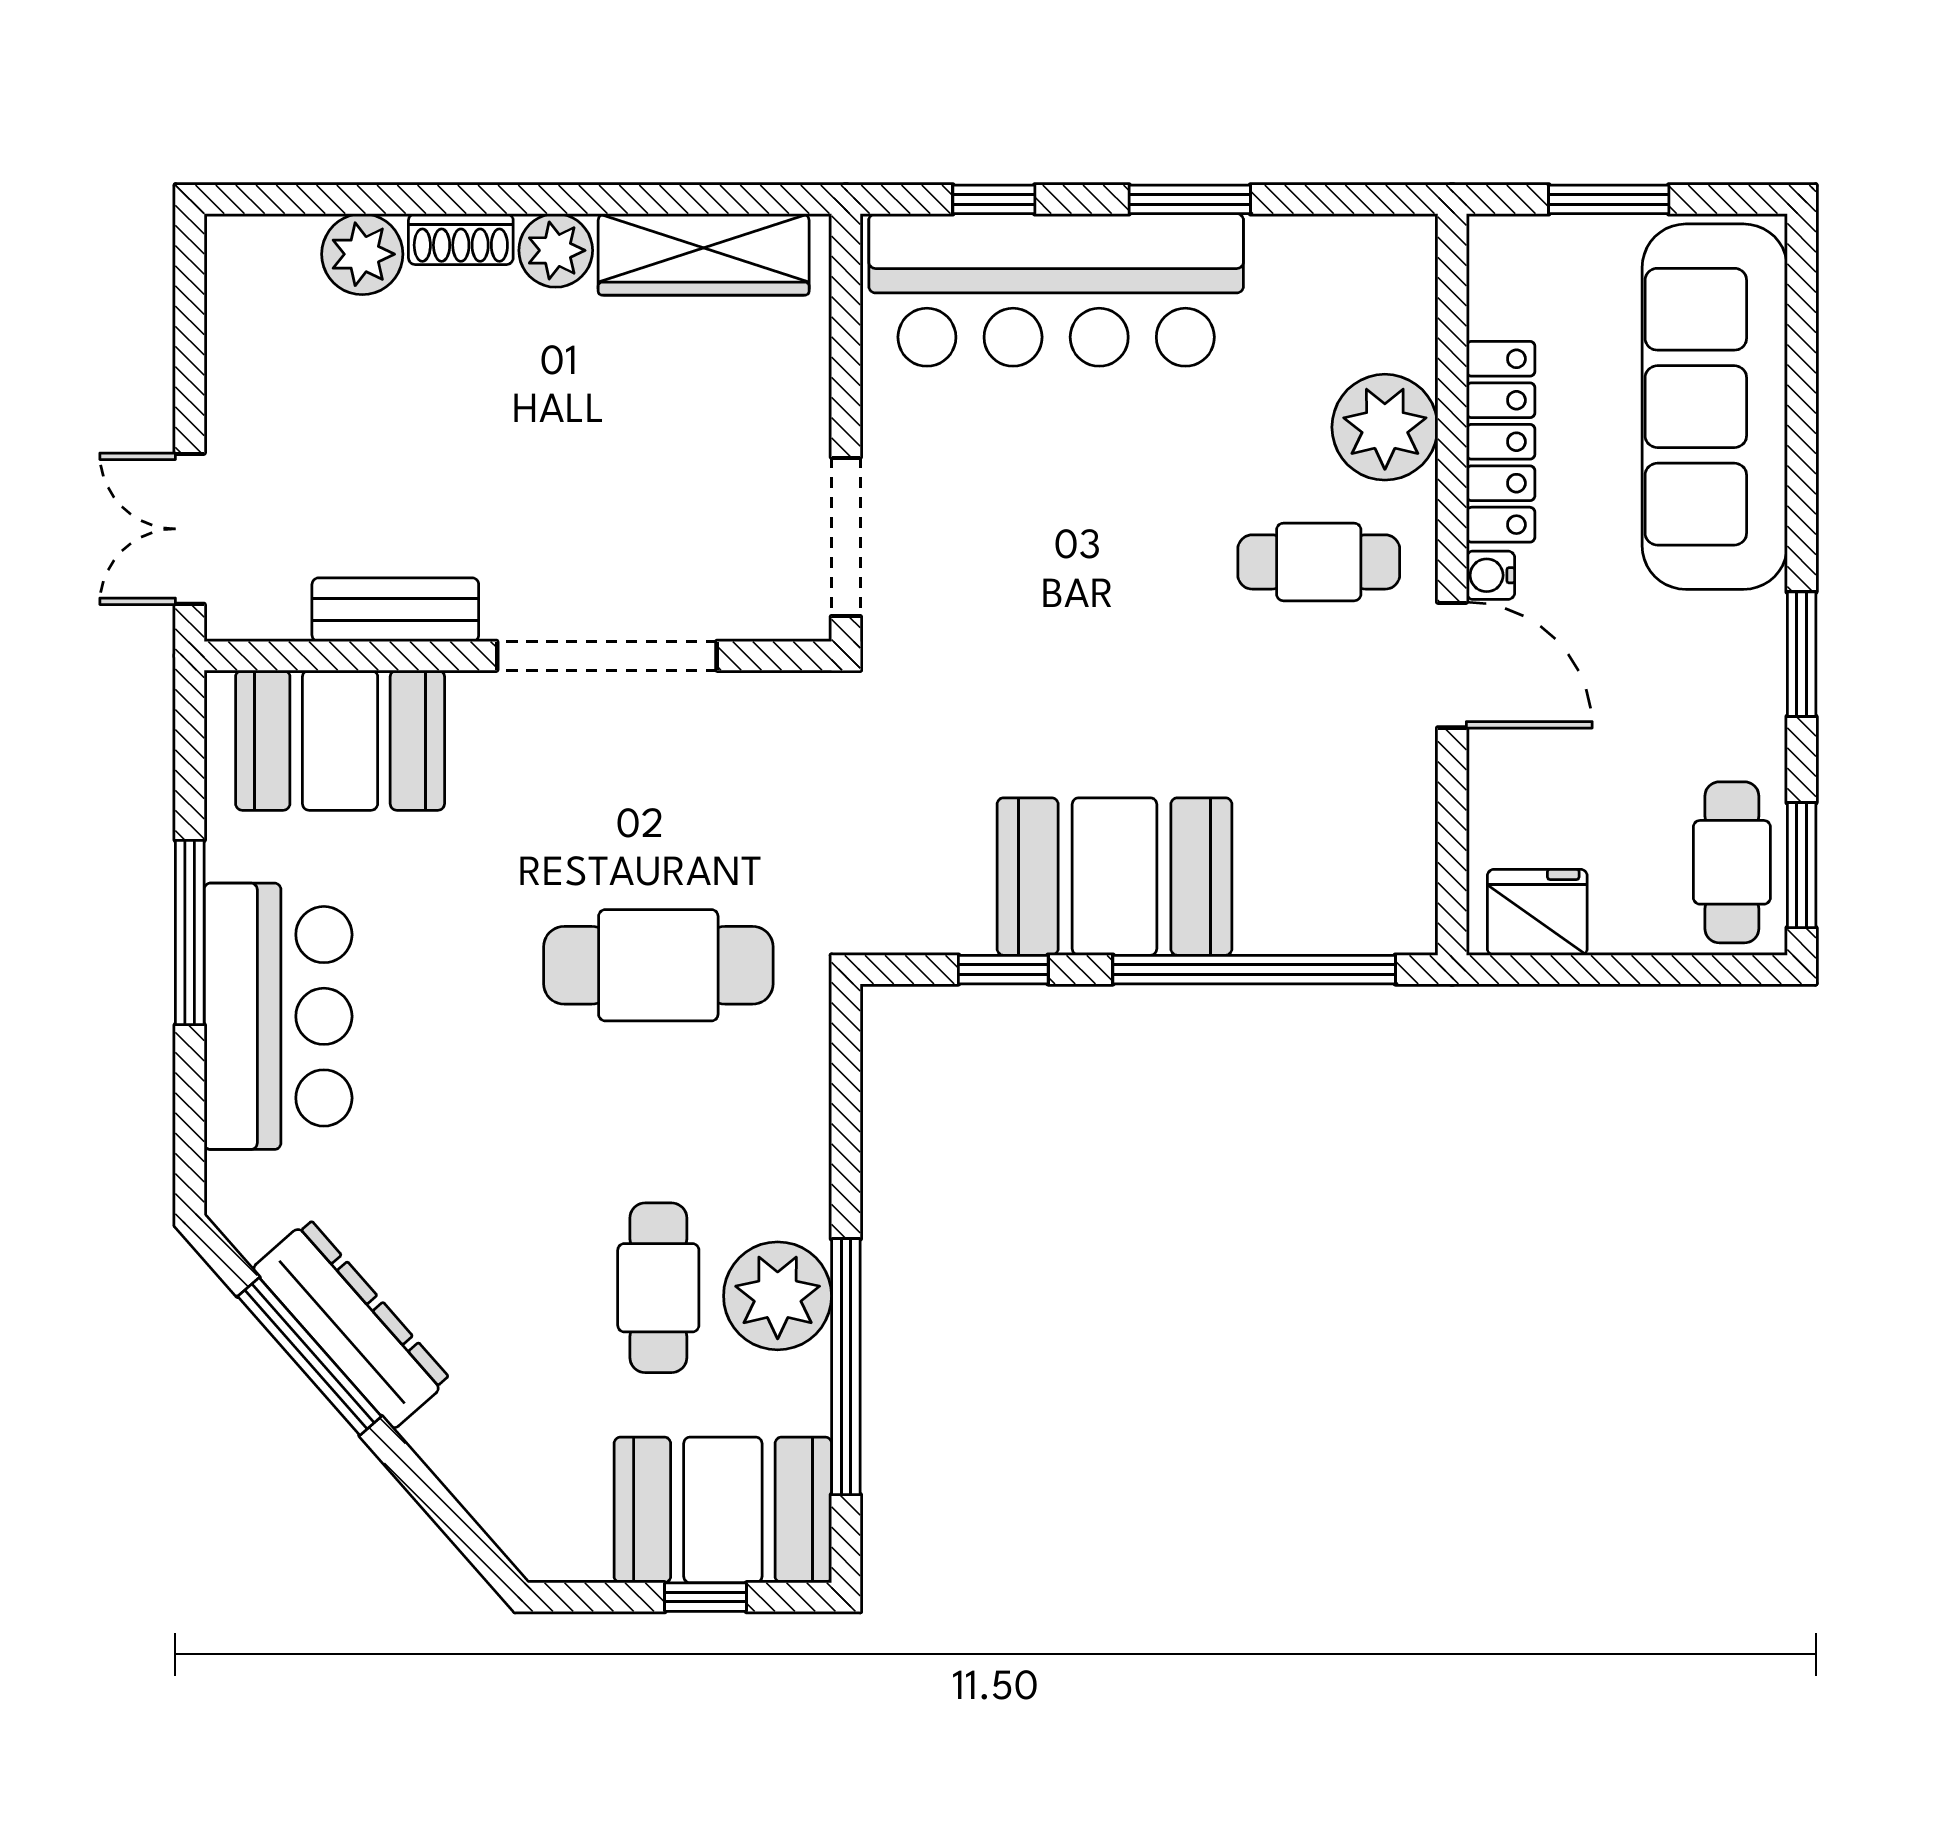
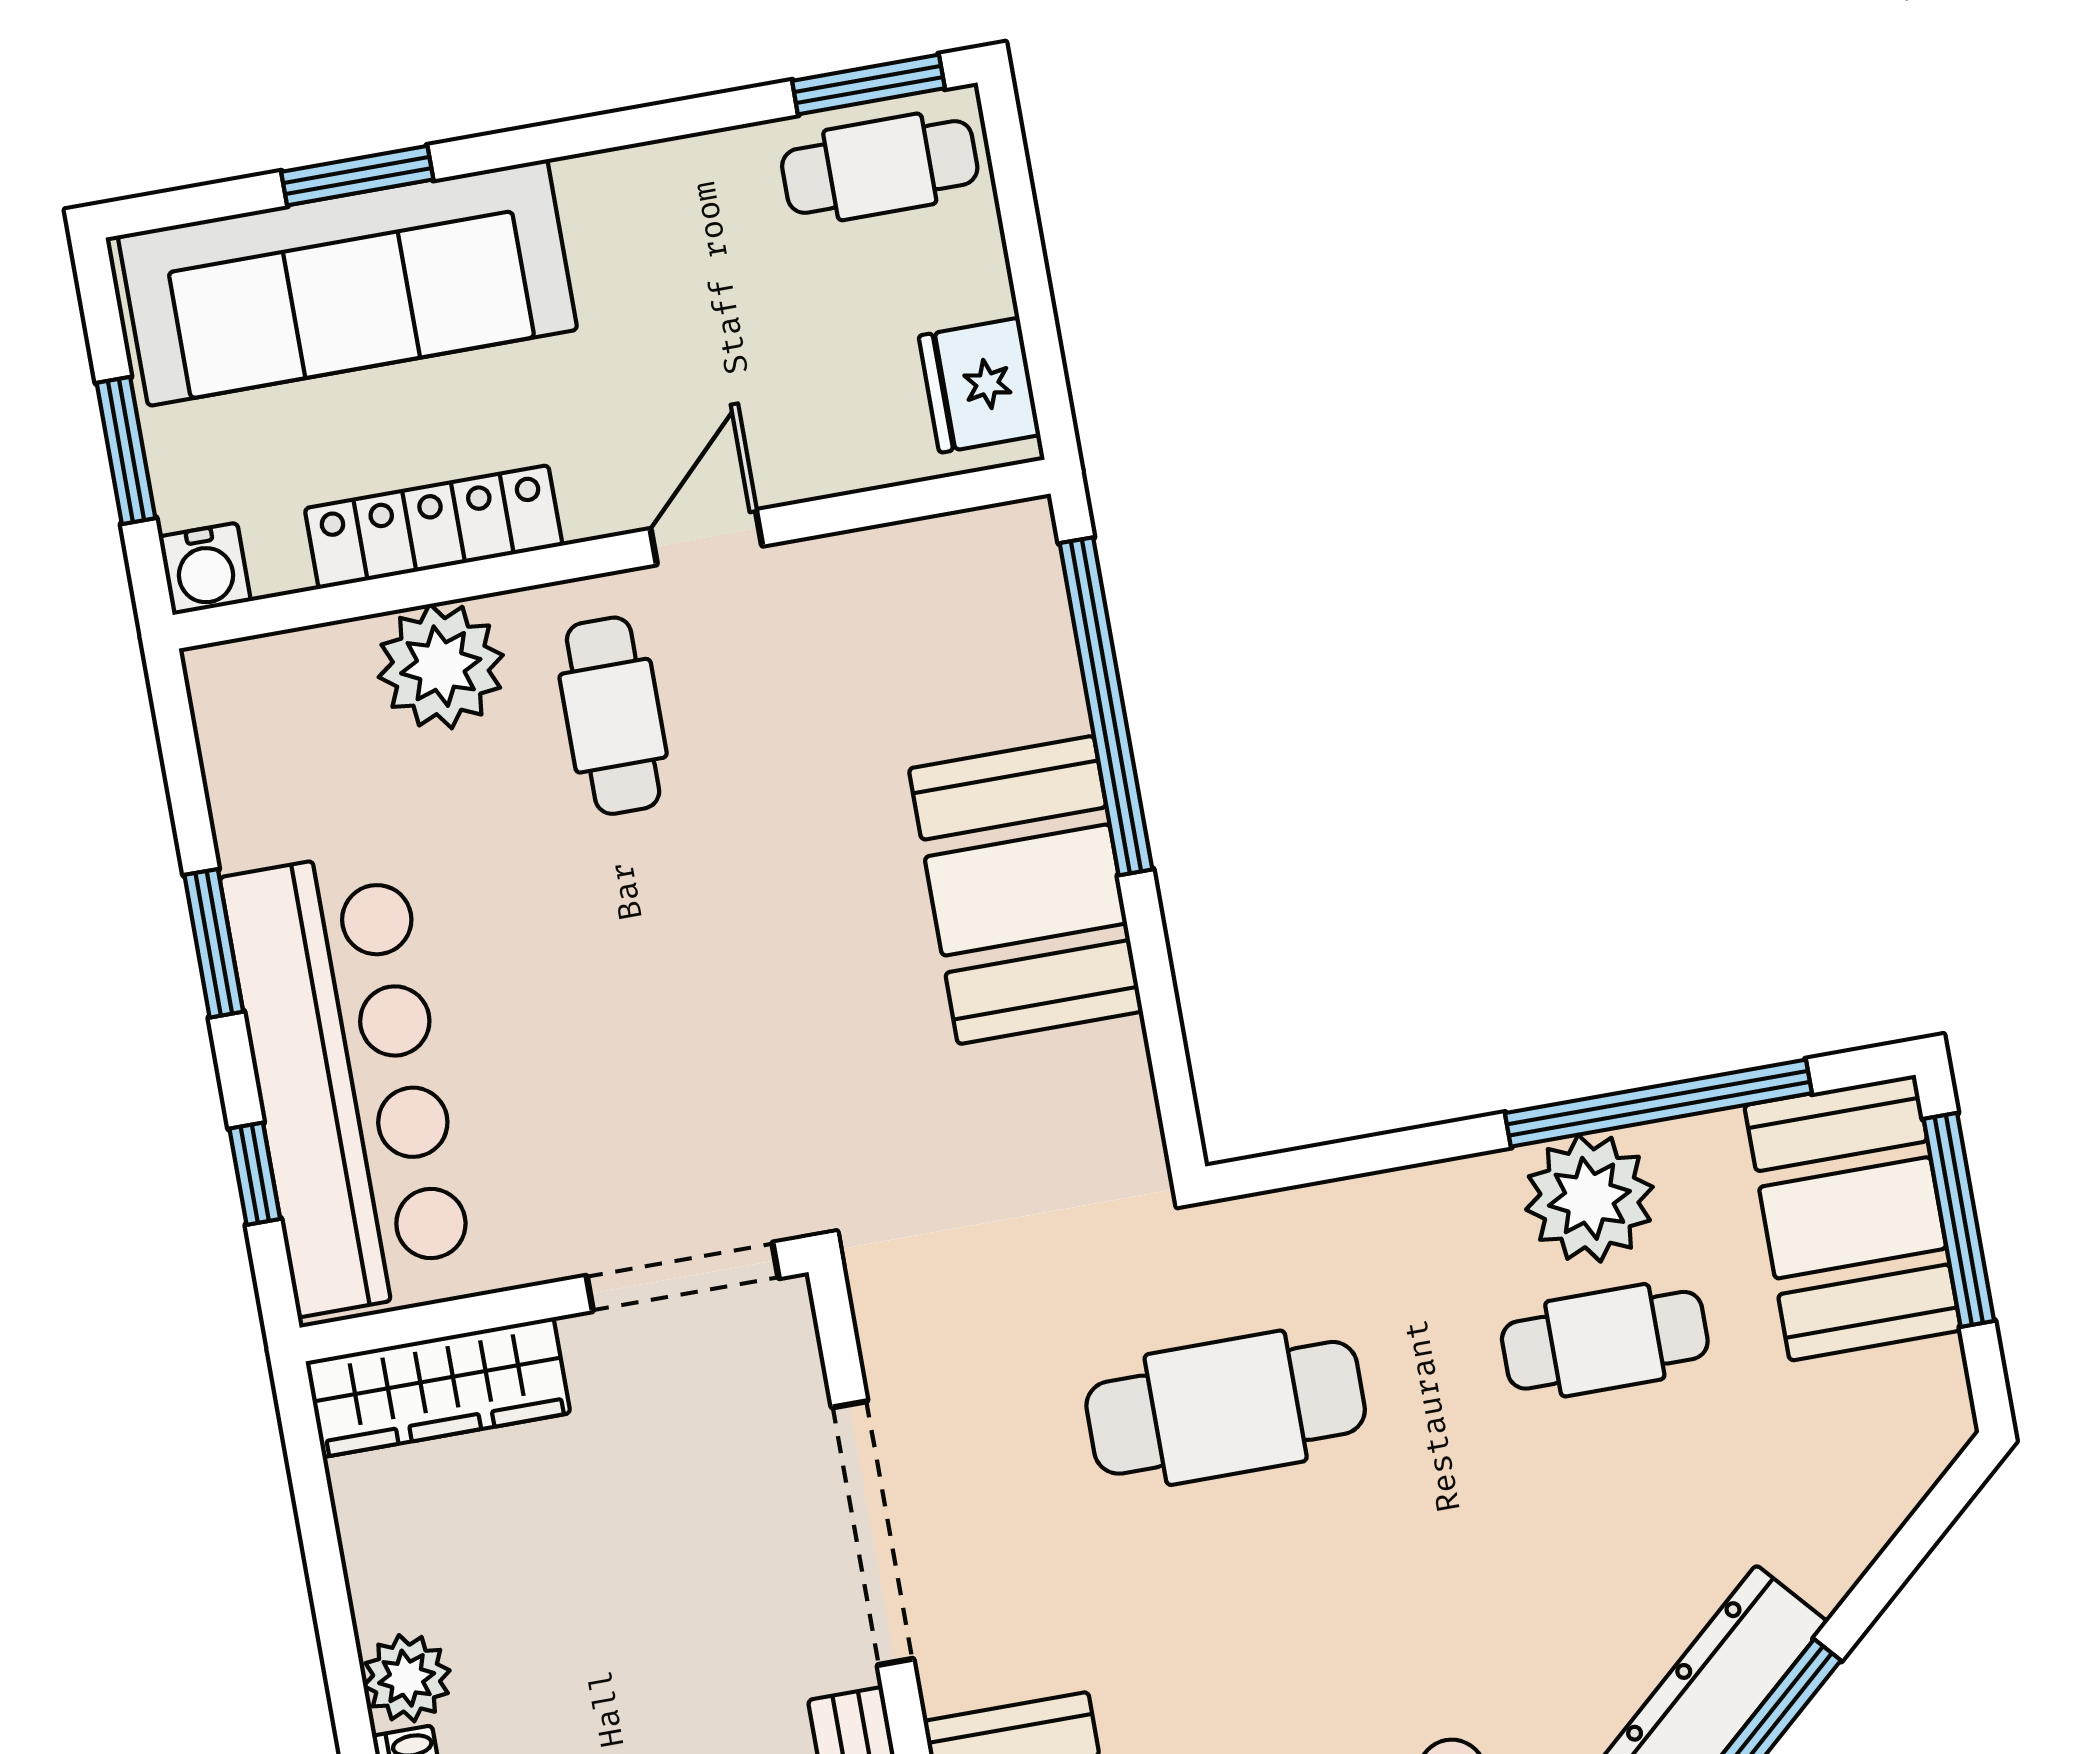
wardrobe: (704, 254) -> (438, 1387), moved, turned 90
water cooler: (1490, 575) -> (205, 569), moved, width x1.38, depth x1.38
window: (1802, 654) -> (357, 176), moved
door: (1452, 665) -> (706, 537), width x0.73
cafe table: (658, 965) -> (1226, 1408), turned 90
window: (1003, 970) -> (1158, 1001), removed
window: (706, 1597) -> (1959, 1220), width x2.17

